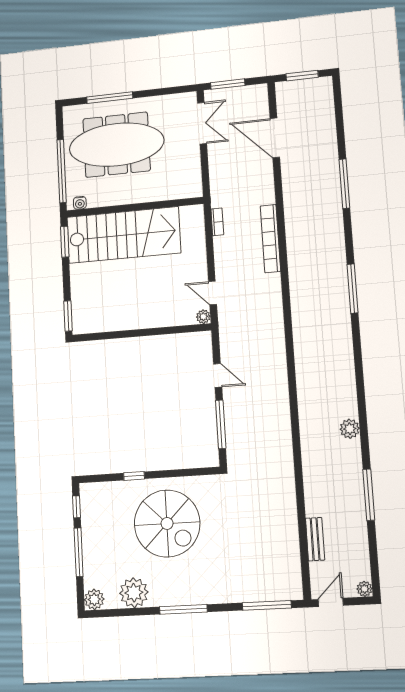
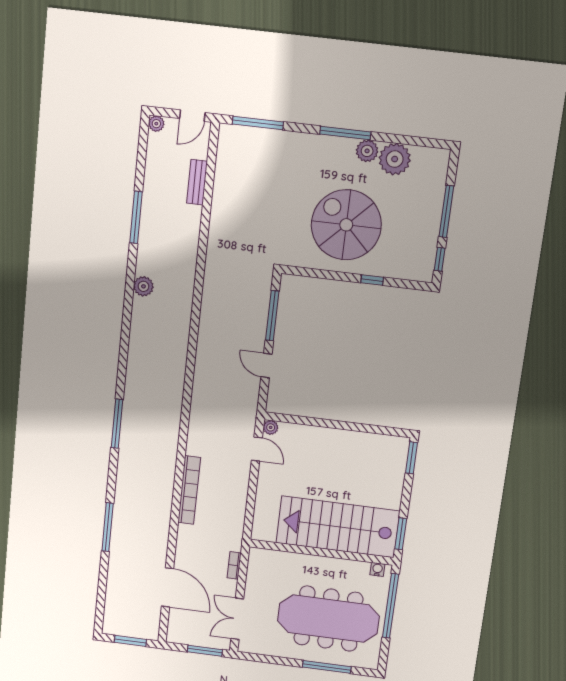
bookcase: (217, 222) -> (234, 565), moved
plant: (94, 599) -> (367, 151), moved

